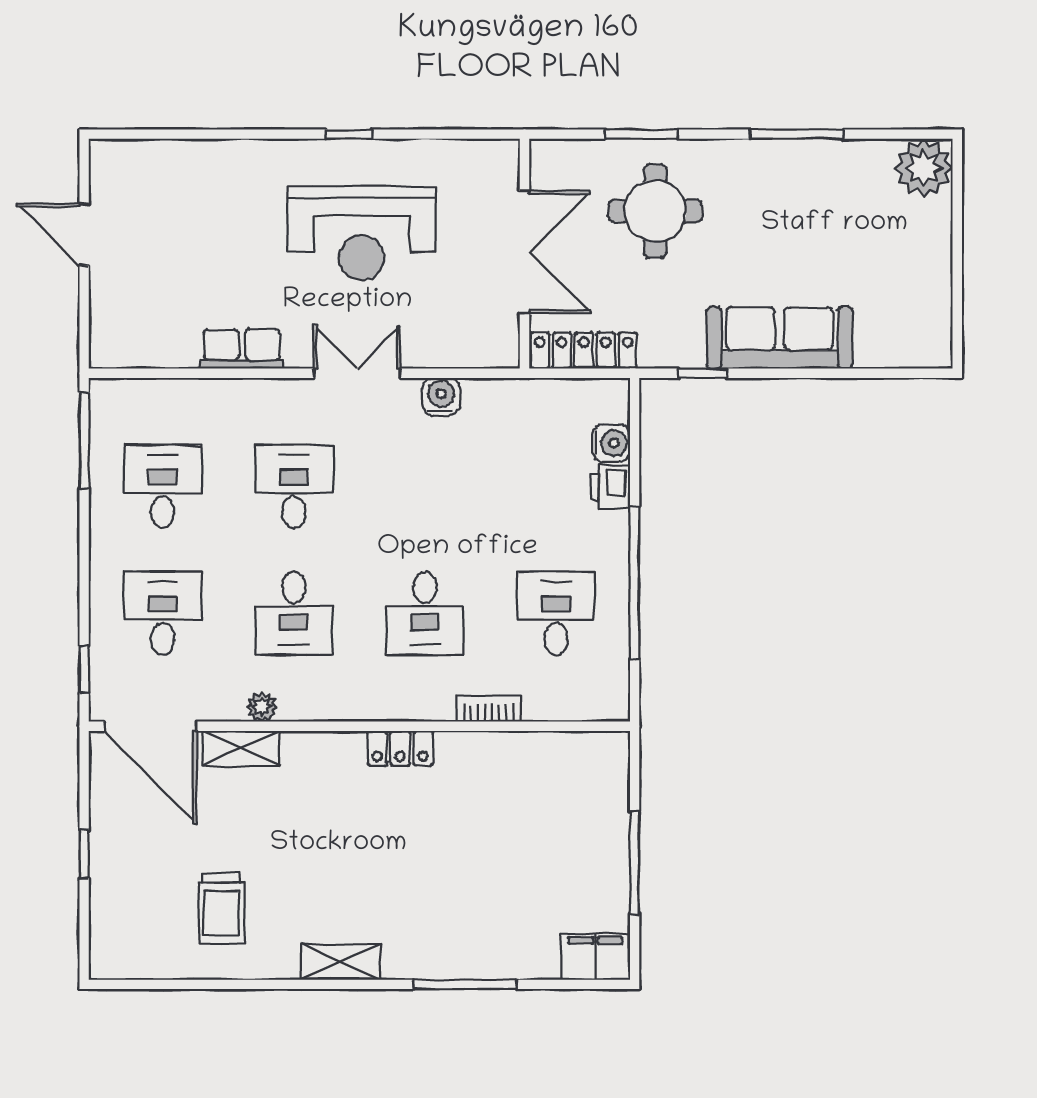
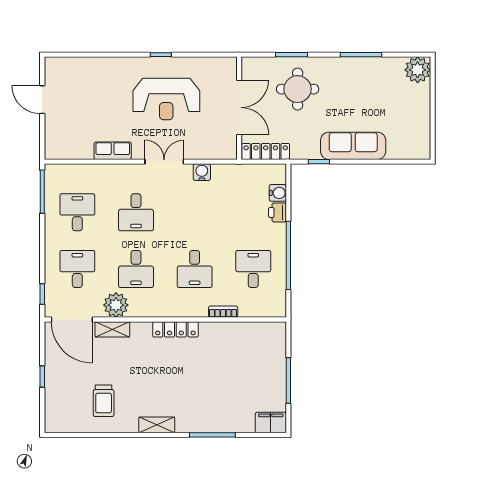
desk: (294, 486) -> (136, 212), turned 180
plant: (262, 707) -> (116, 305), width x1.87, depth x1.87
locker: (400, 748) -> (175, 329), width x1.53

